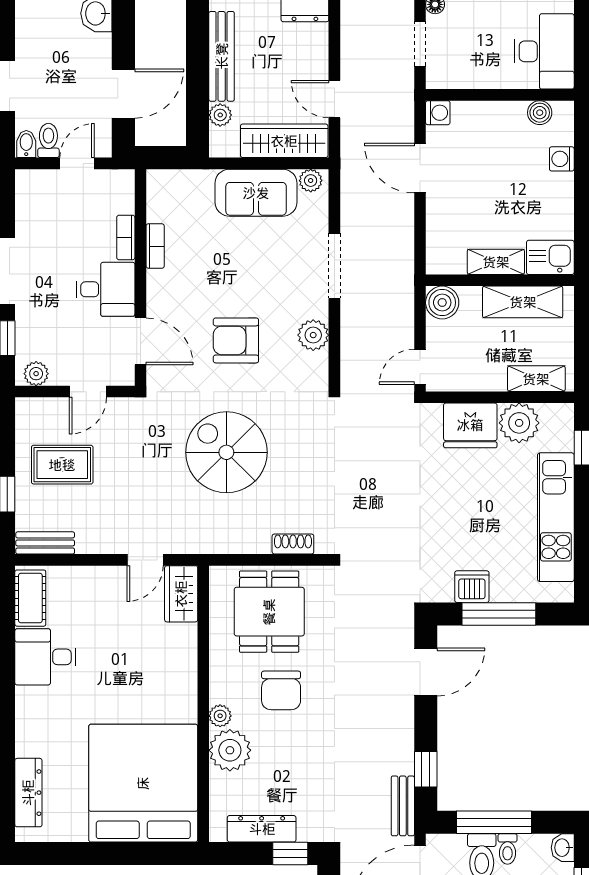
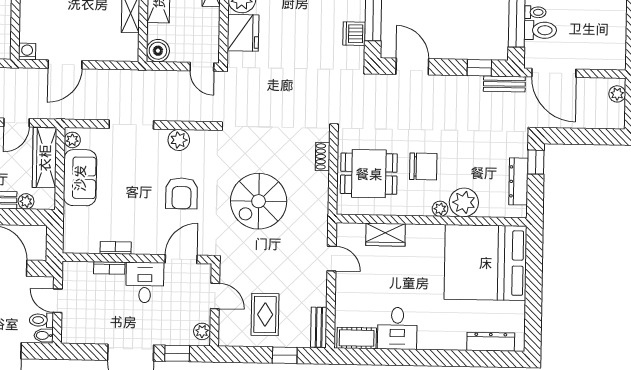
wardrobe: (181, 594) -> (386, 235), moved

